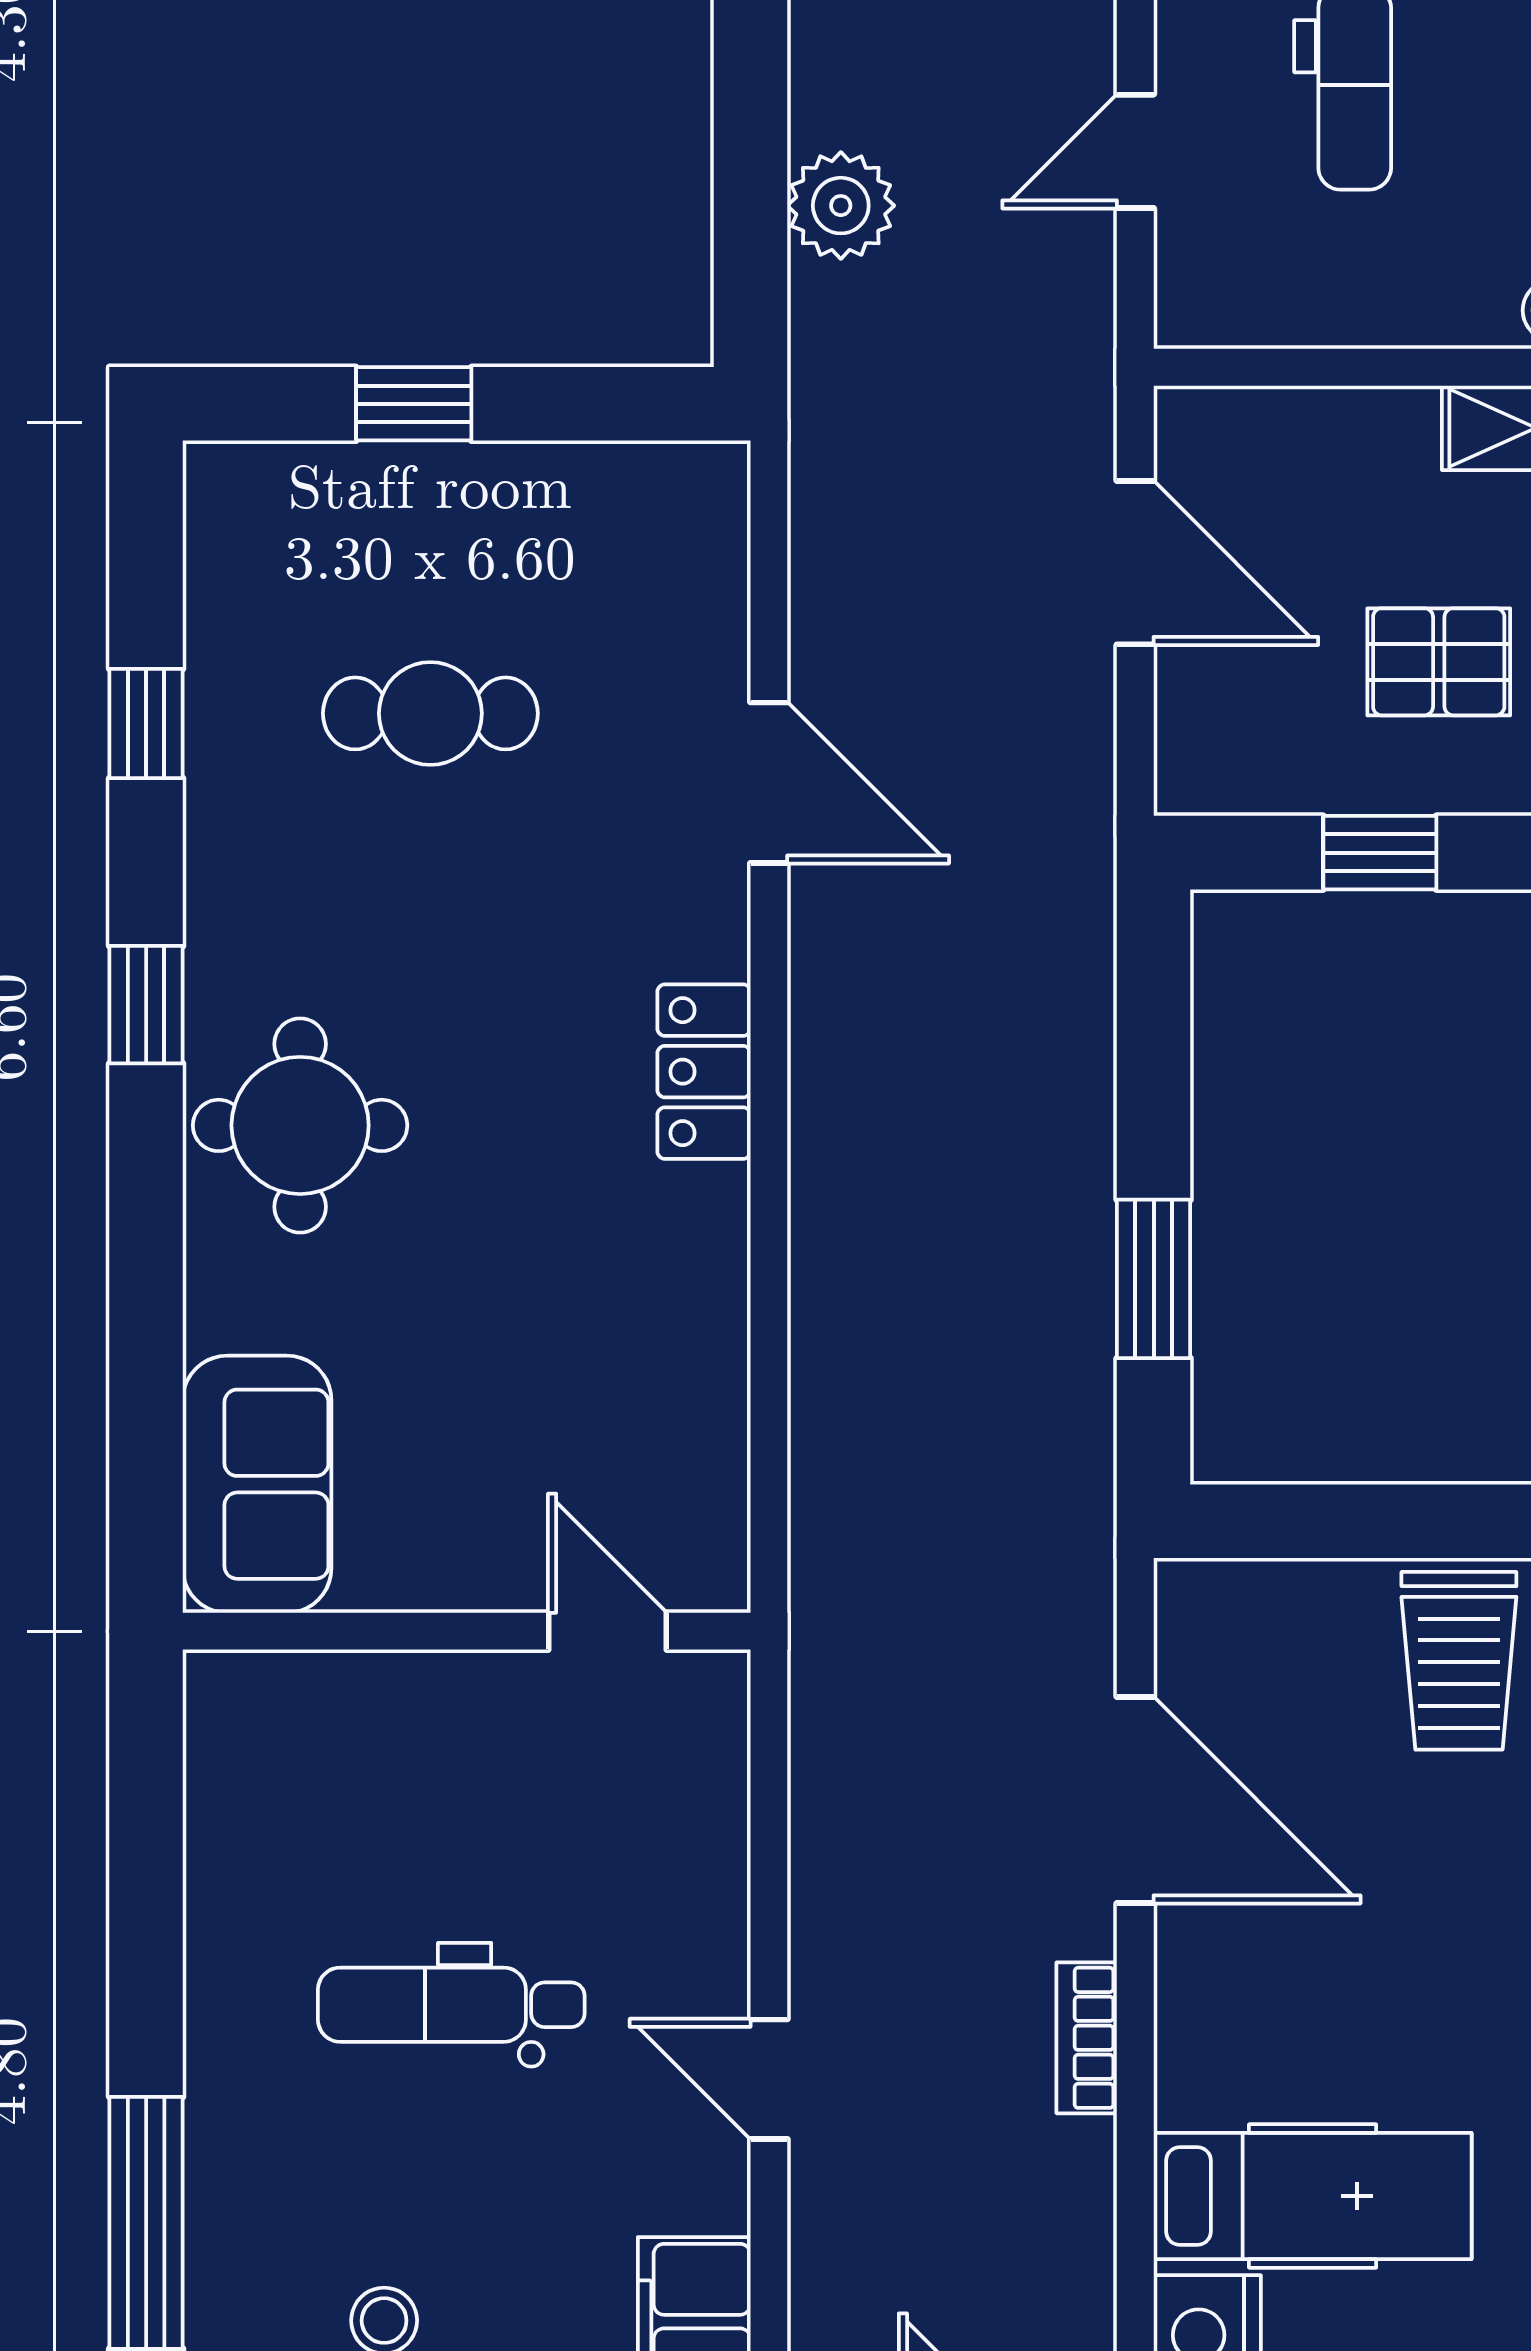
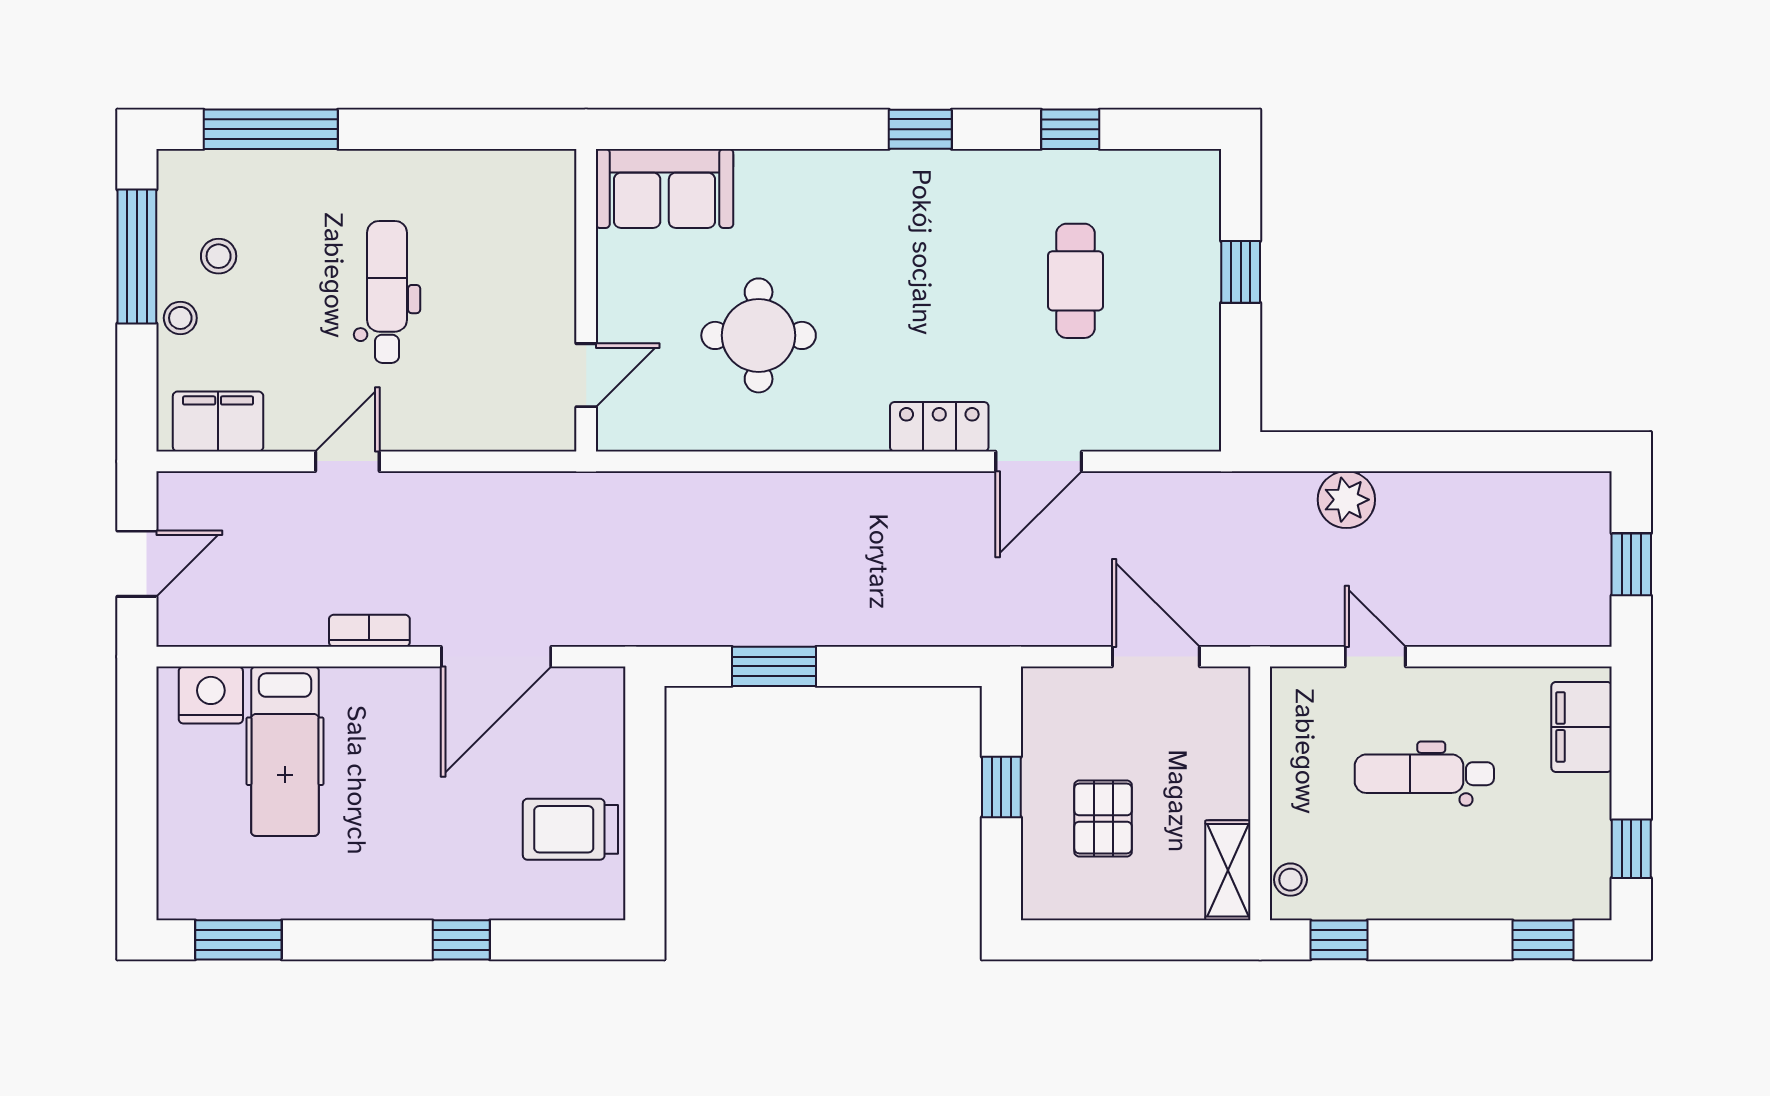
door: (1135, 563) -> (1156, 657), swing flipped
locker: (704, 1072) -> (939, 427), moved
round table: (300, 1125) -> (759, 335), moved

